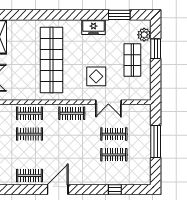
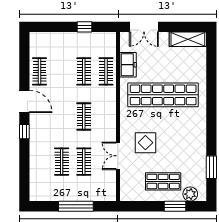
freezer: (93, 27) -> (128, 65), moved, turned 180
clothes rail: (72, 113) -> (84, 117), moved
window: (115, 190) -> (24, 132), moved

